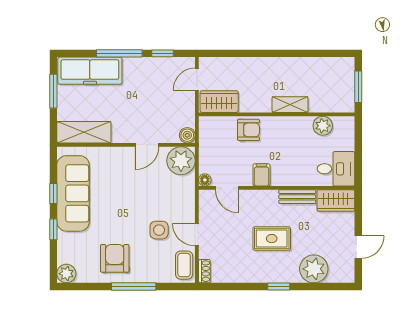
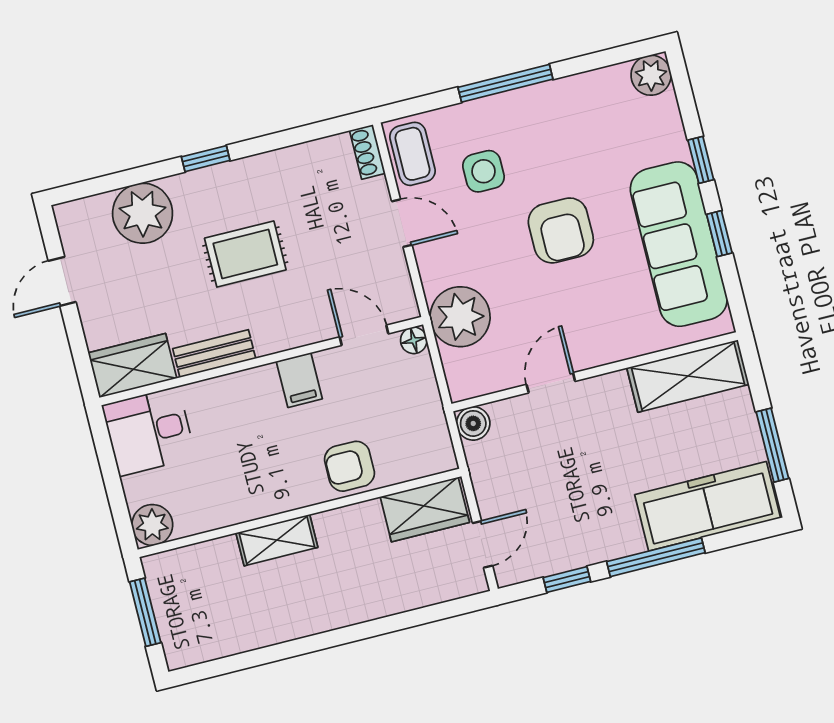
plant: (323, 126) -> (152, 525), moved
plant: (181, 161) -> (460, 317), moved
side table: (159, 230) -> (484, 171), moved
armchair: (115, 258) -> (561, 230), moved

